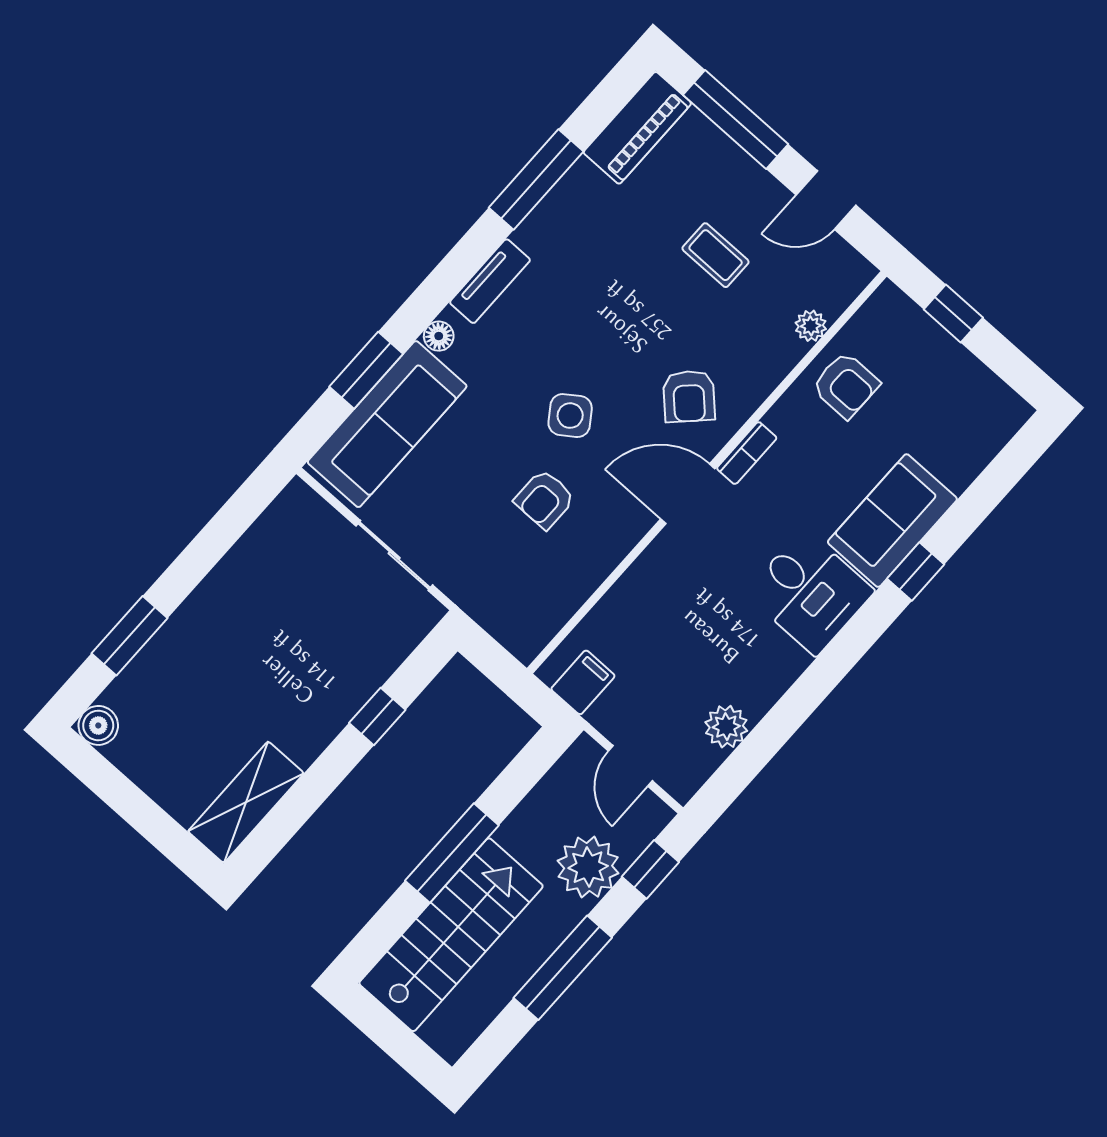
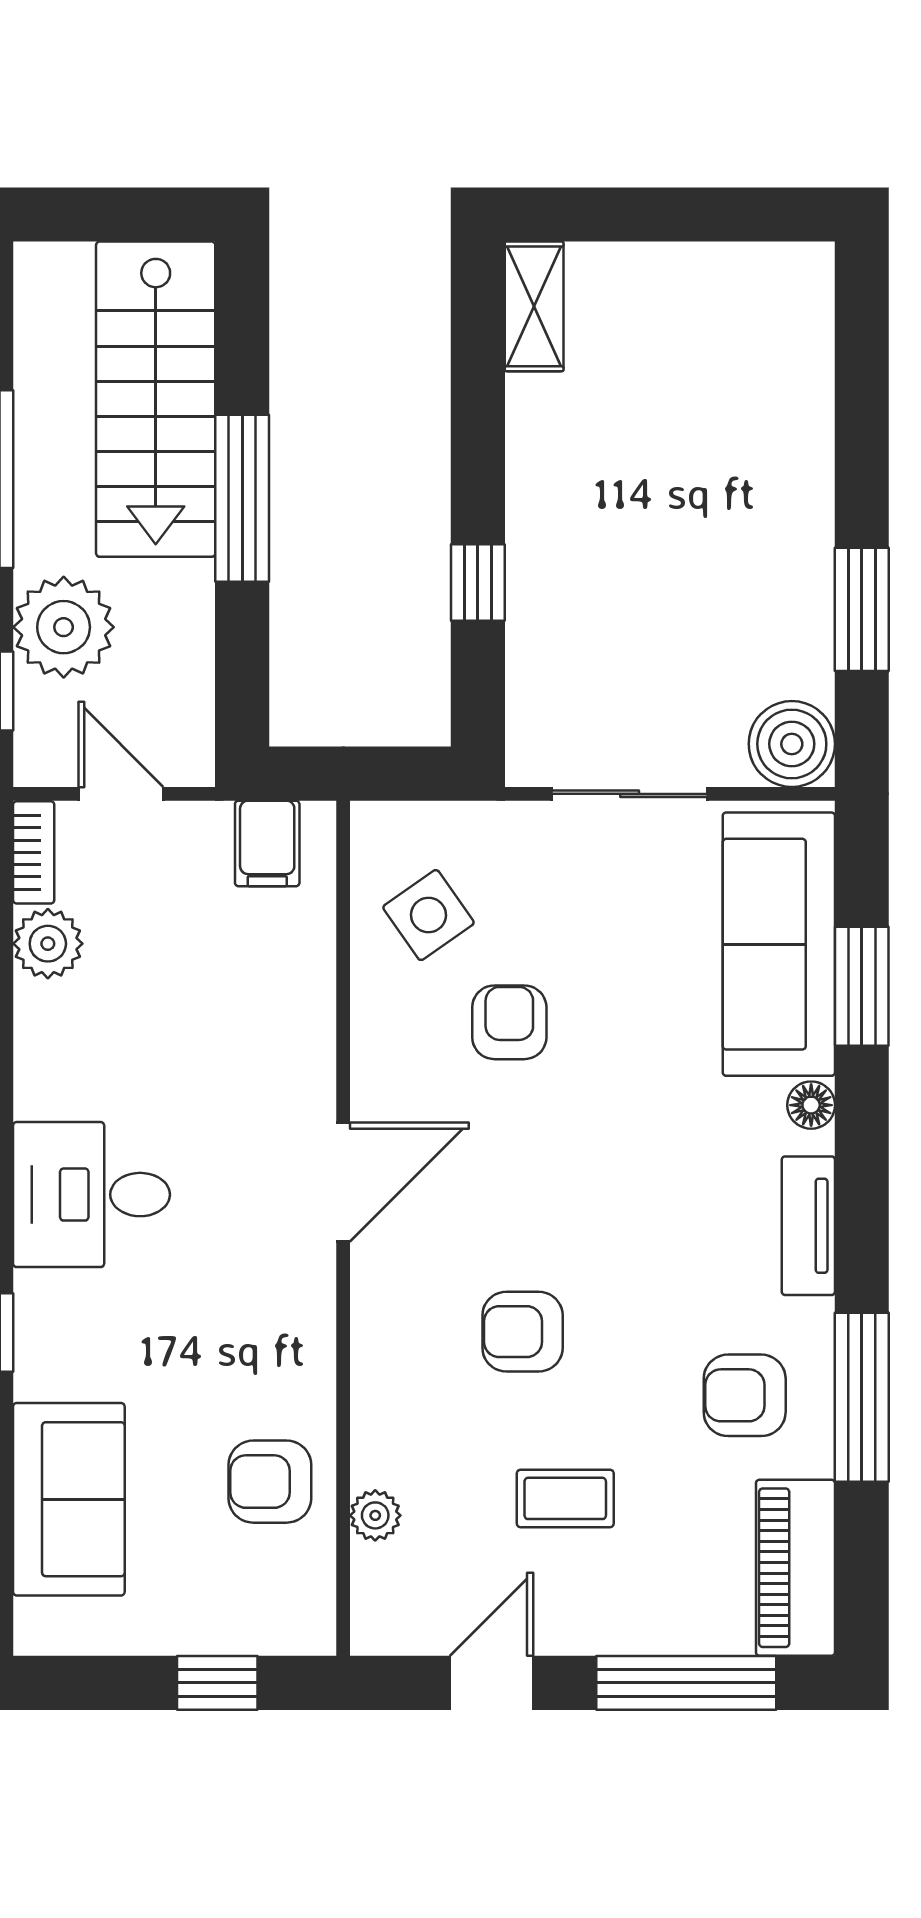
armchair: (590, 229) -> (745, 1395), added
armchair: (689, 396) -> (523, 1332), moved, turned -45
side table: (570, 416) -> (428, 915), moved
bookcase: (747, 453) -> (34, 852), moved, turned 180
sofa: (892, 521) -> (69, 1499), moved
window: (130, 636) -> (862, 609), moved
boiler: (98, 725) -> (792, 744), moved, width x1.36, depth x1.36
shelving: (246, 802) -> (534, 306), width x0.67, depth x0.75

